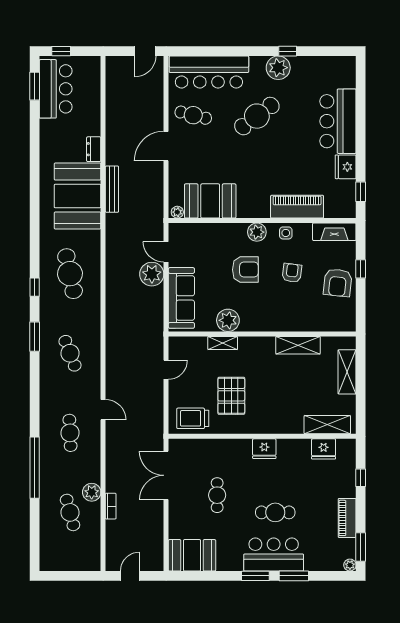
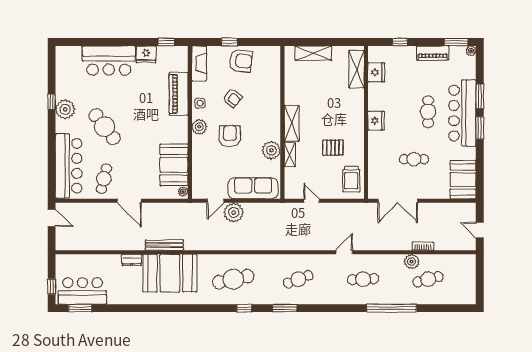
armchair: (292, 273) -> (233, 98), turned -147
shelving: (298, 345) -> (292, 123), moved
pallet: (231, 396) -> (333, 148), width x0.67, depth x0.71
bar counter: (274, 554) -> (462, 113), width x1.36

